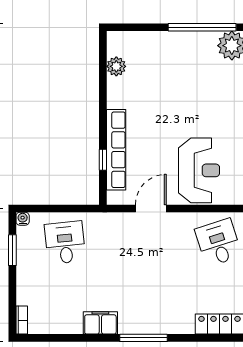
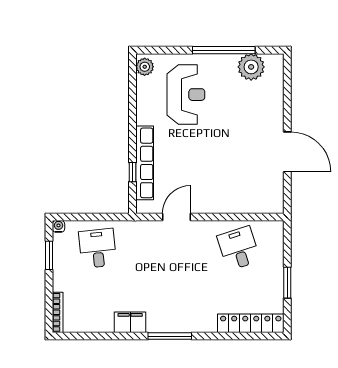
plant: (116, 66) -> (145, 67), moved
reception desk: (199, 170) -> (186, 95), moved
bookcase: (22, 320) -> (58, 312), width x1.56

